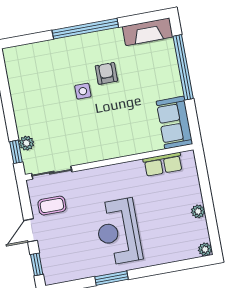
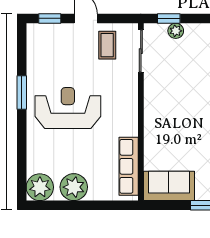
row of seats: (163, 164) -> (129, 166), width x1.48
plant: (198, 211) -> (74, 187), width x1.88, depth x1.88
plant: (205, 249) -> (40, 187), width x1.88, depth x1.88

